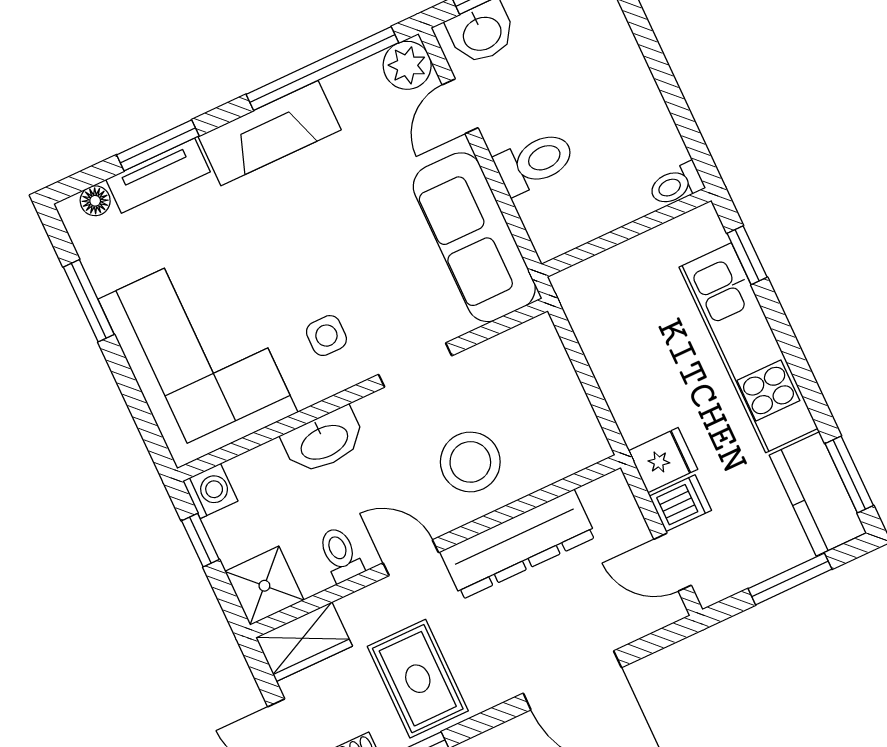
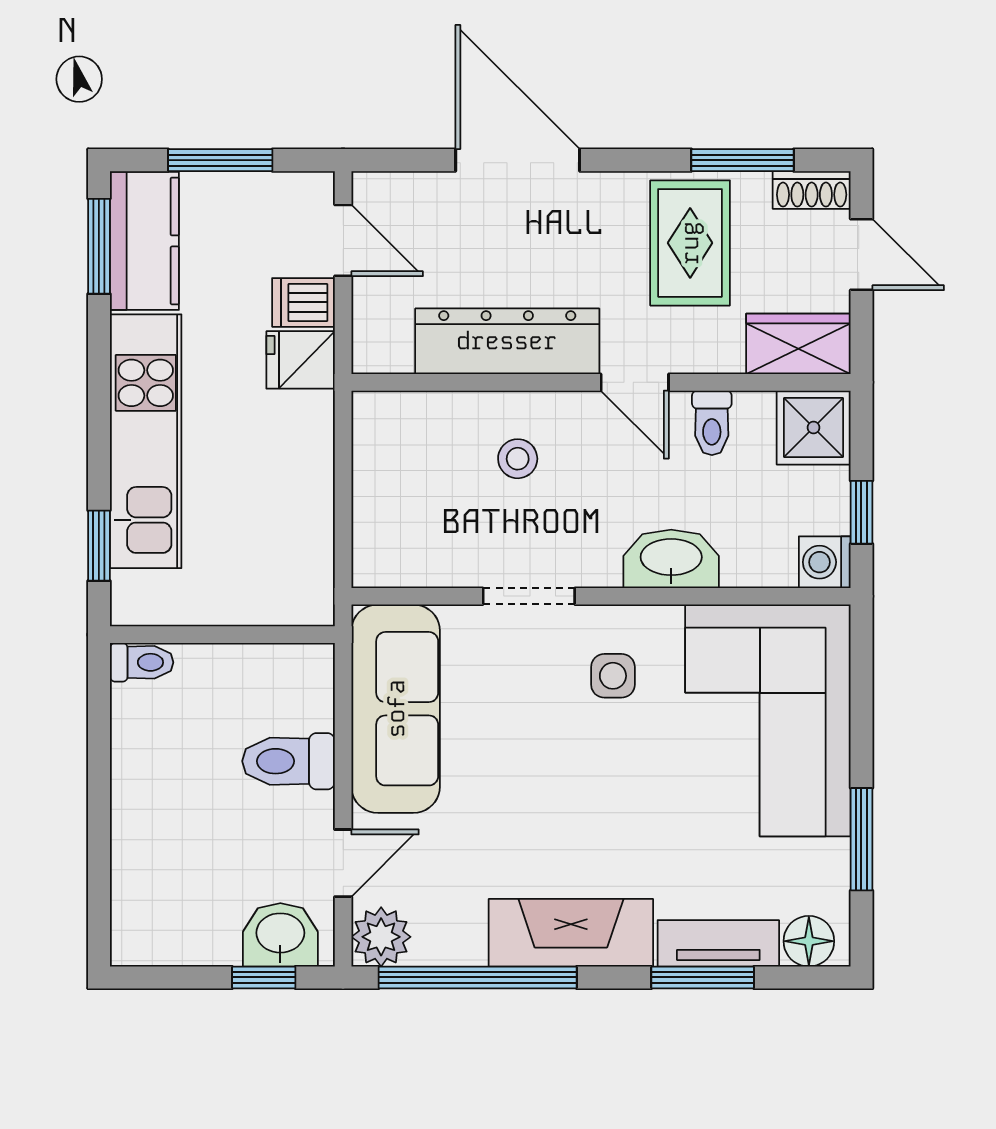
floor lamp: (95, 201) -> (809, 941), width x1.37, depth x1.37
stool: (470, 462) -> (518, 459), width x0.53, depth x0.53

